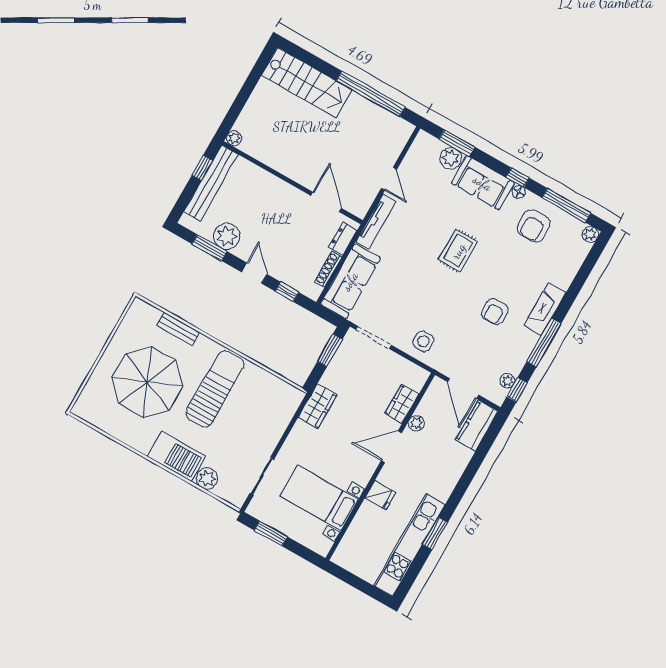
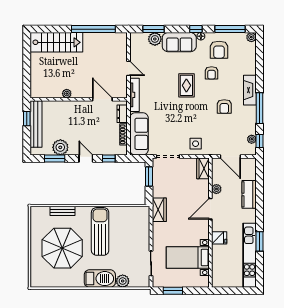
plant: (234, 138) -> (67, 94), moved
armchair: (504, 253) -> (212, 73), added
wardrobe: (402, 404) -> (203, 168), moved
kitchen counter: (477, 426) -> (249, 194), moved

